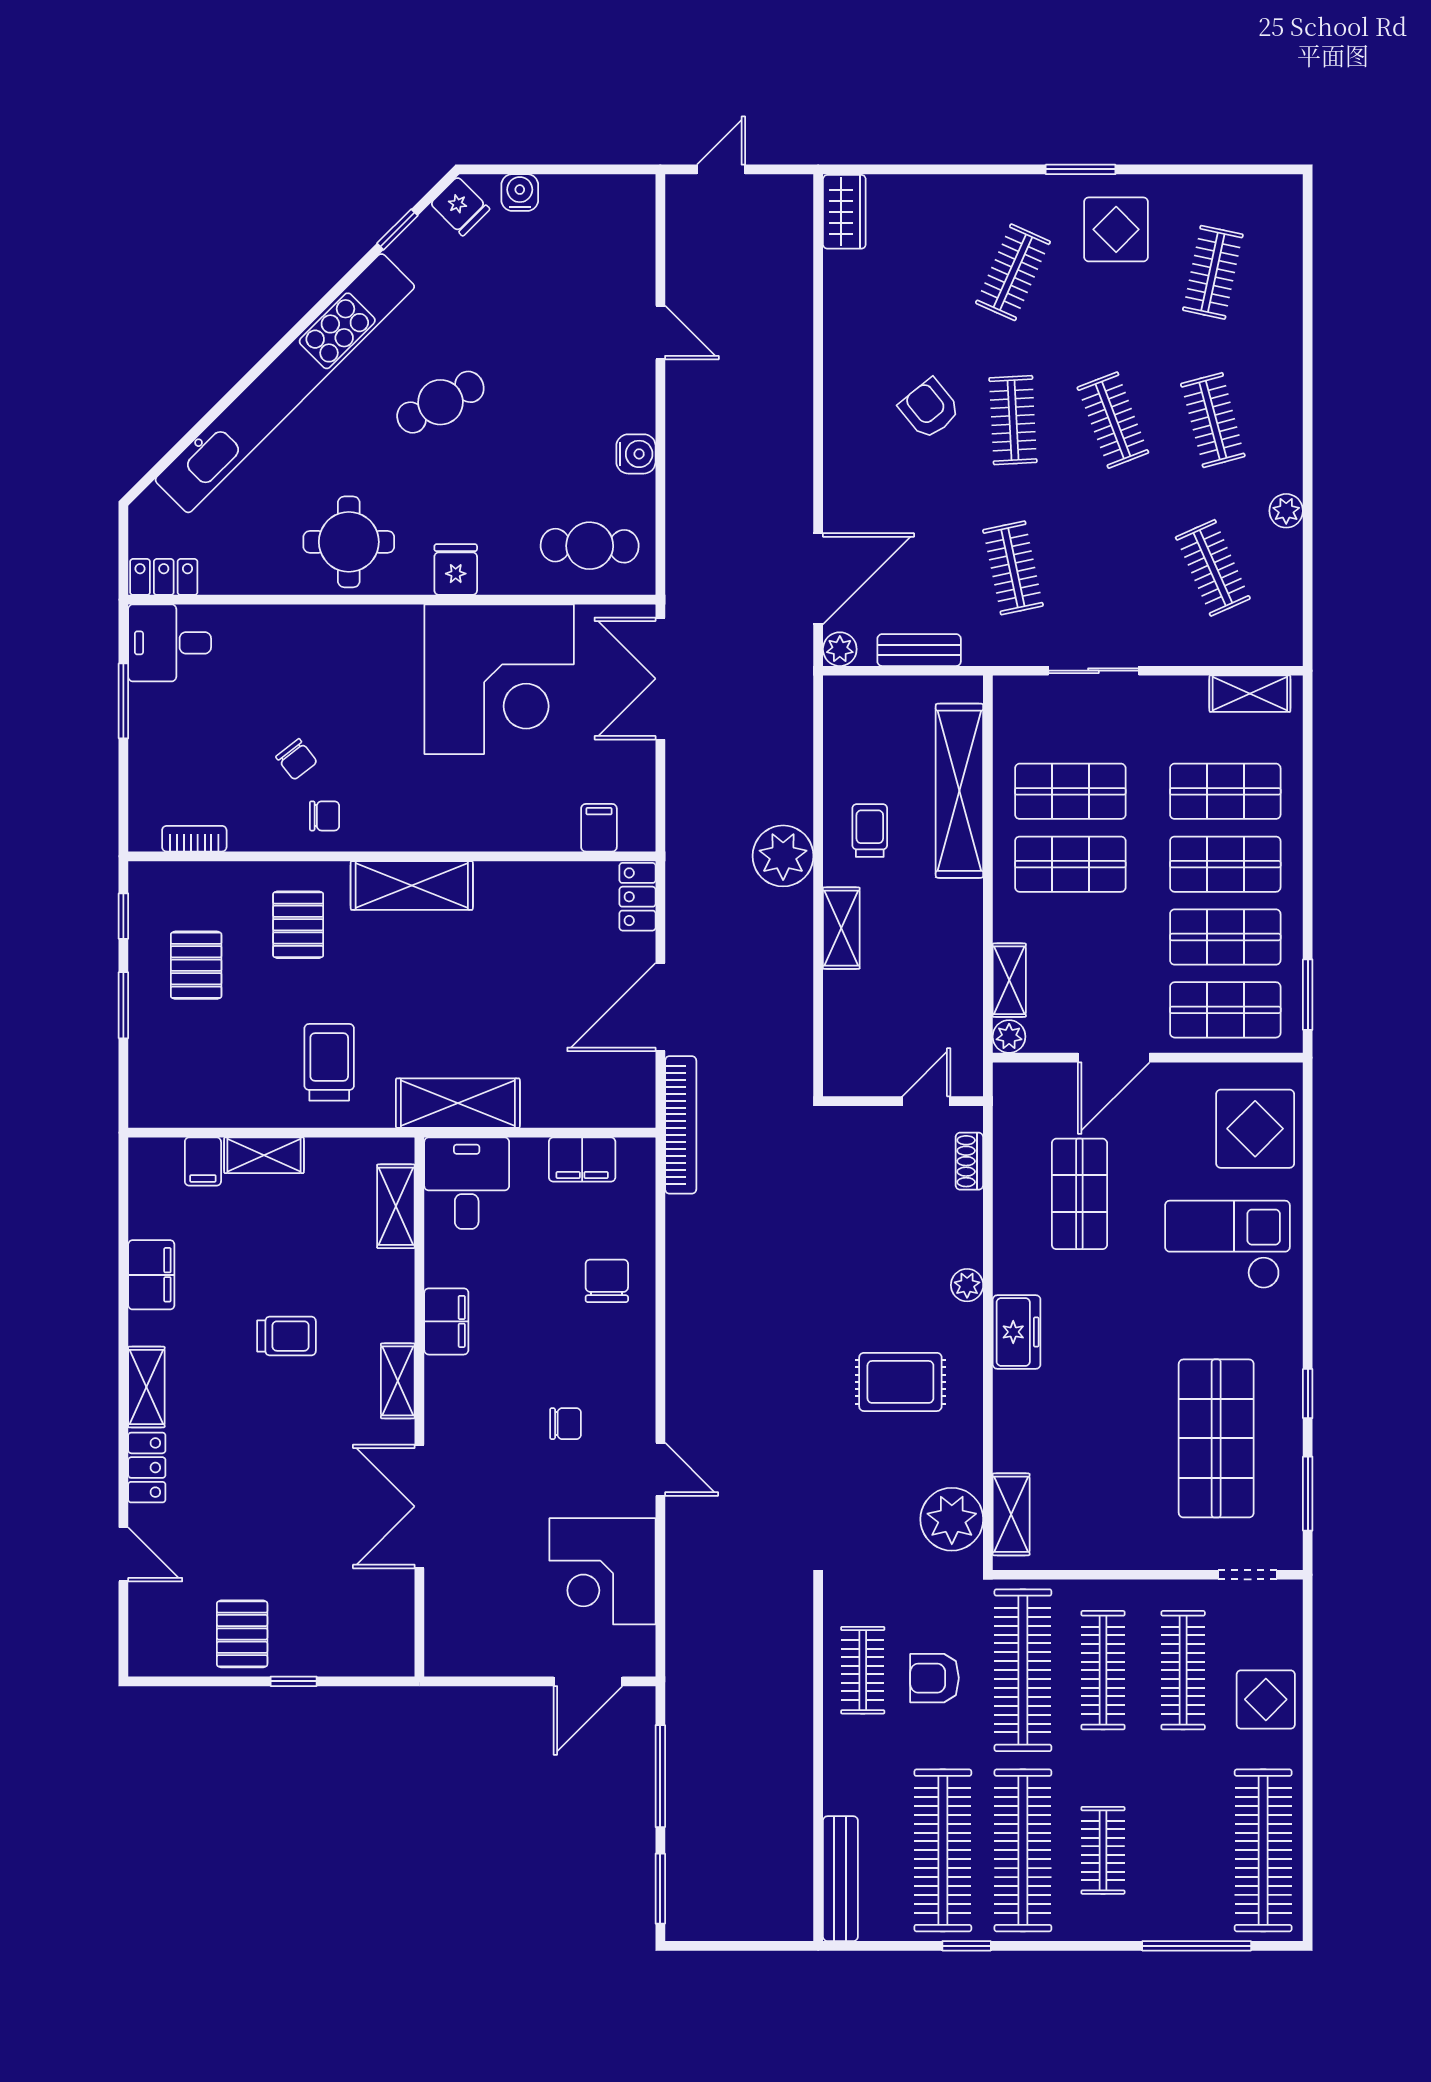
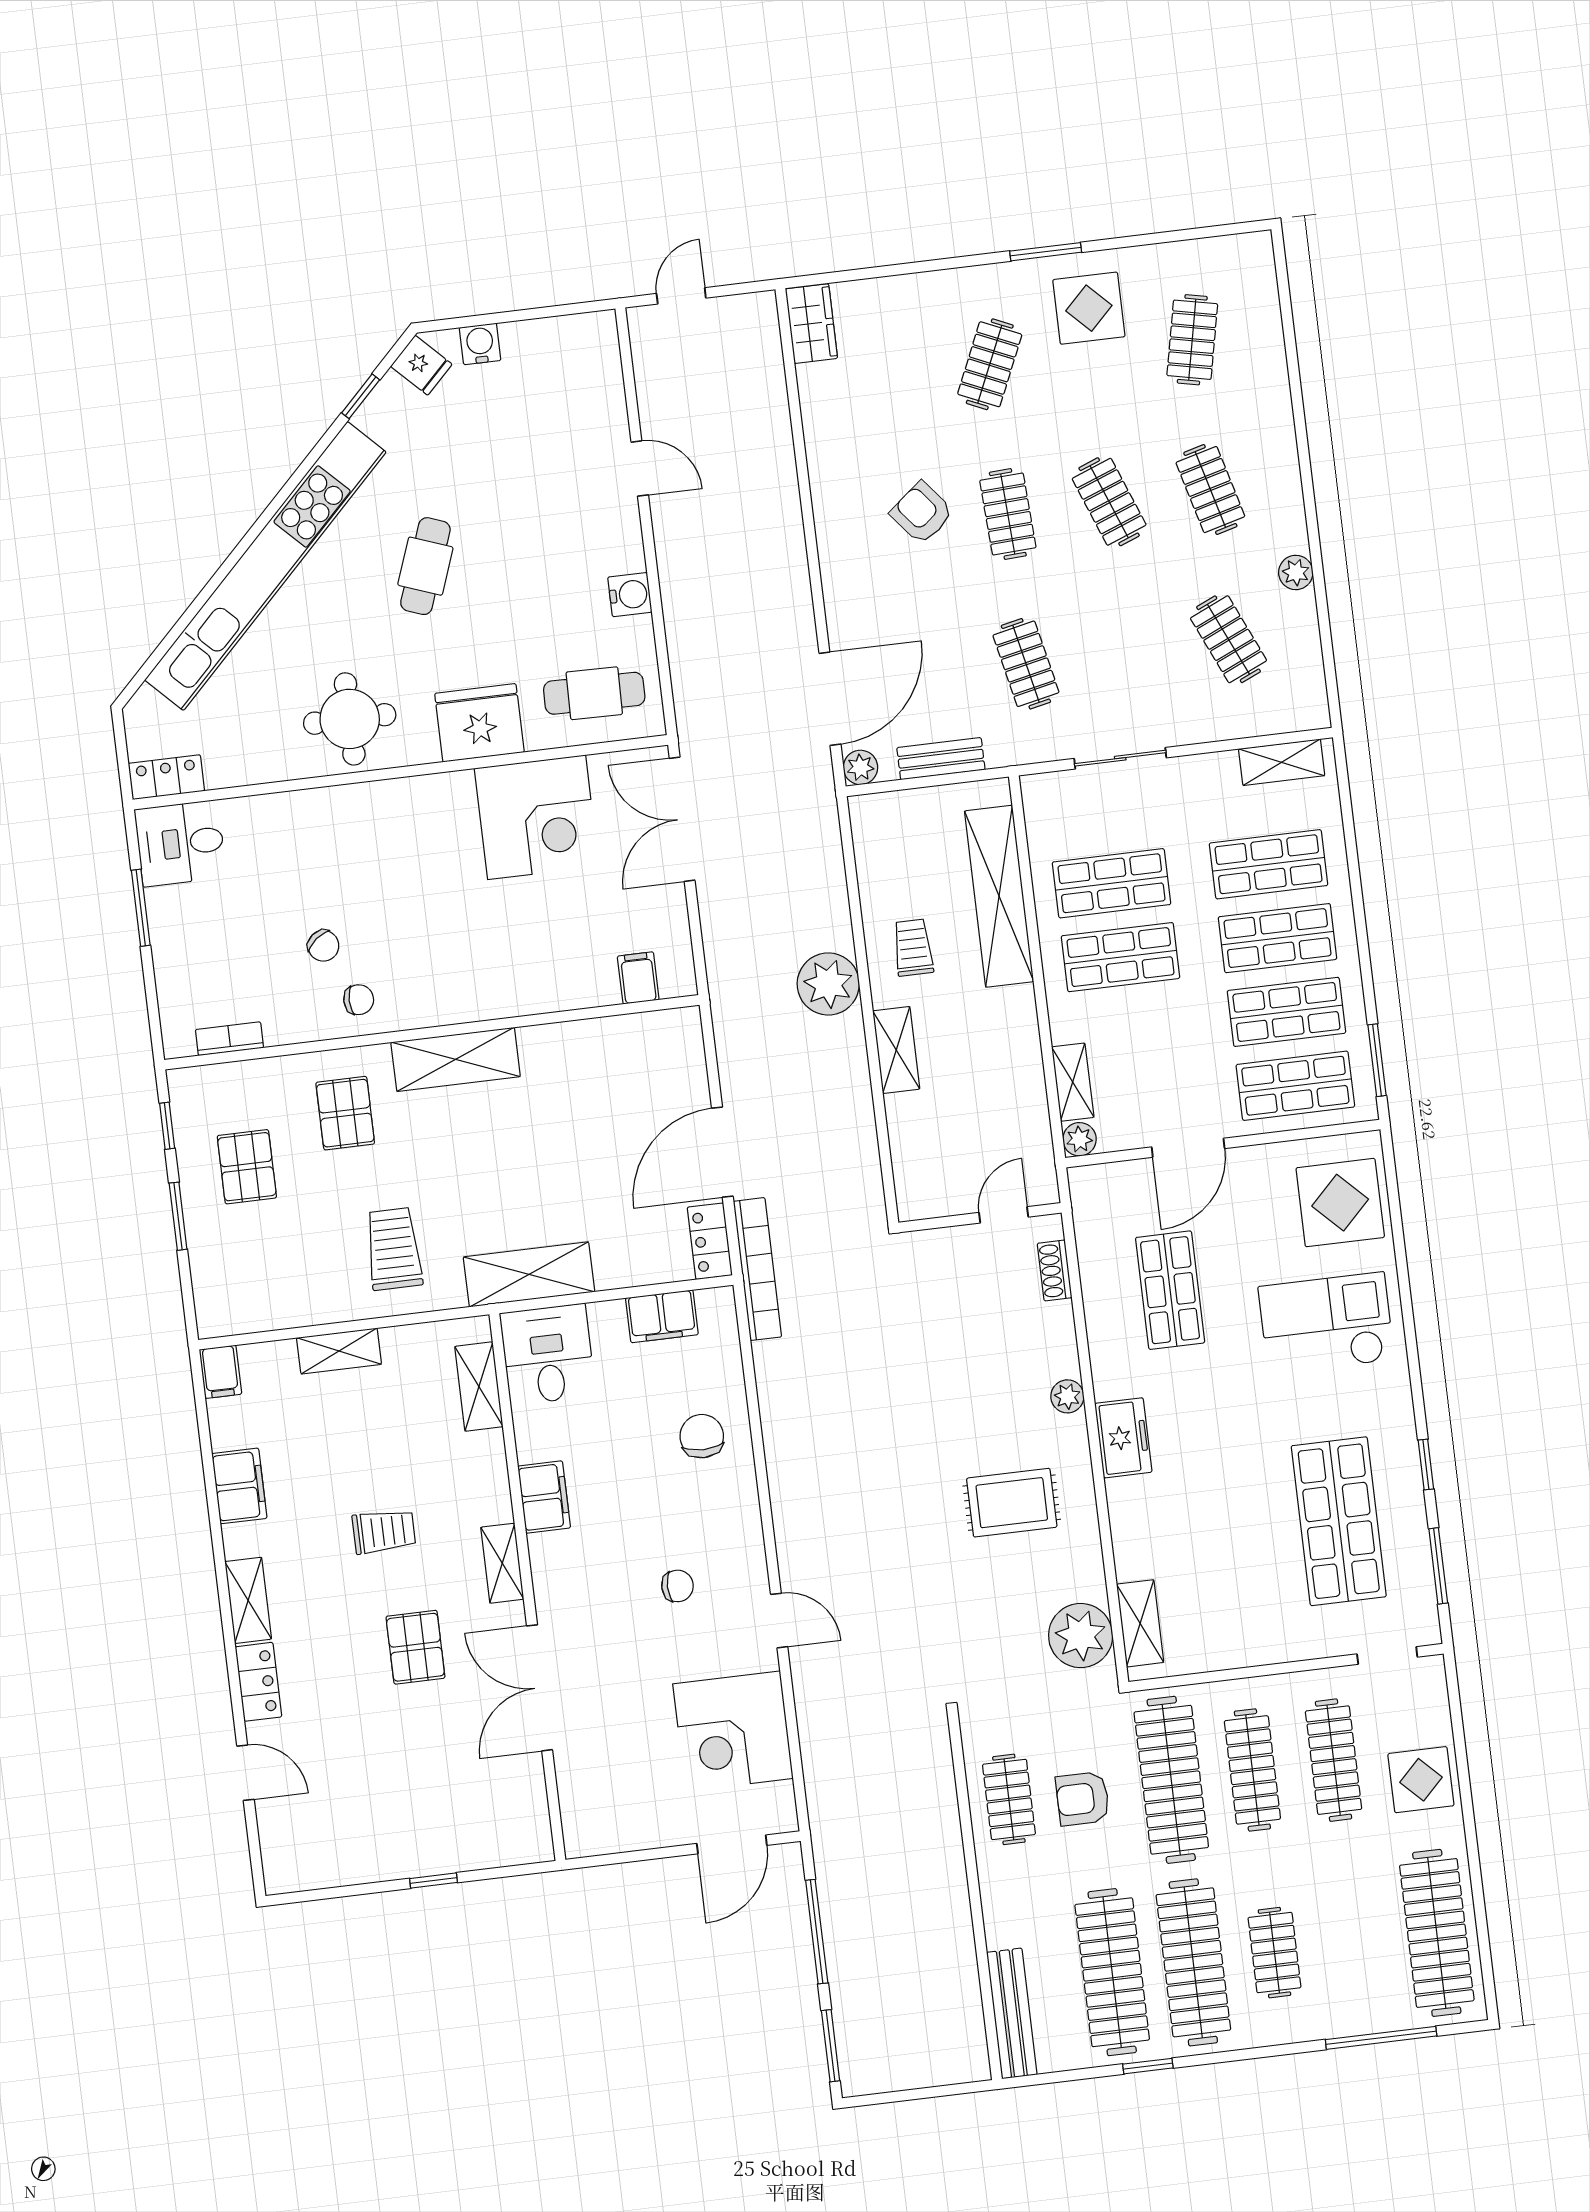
cafe table: (440, 402) -> (425, 566), turned -42
fridge: (456, 570) -> (479, 723), width x1.88, depth x1.34
corner desk: (499, 679) -> (537, 817), width x0.74, depth x0.74
locker: (637, 897) -> (710, 1241), moved
filing cabinet: (203, 1162) -> (220, 1372), moved
pallet: (242, 1634) -> (415, 1647), moved

